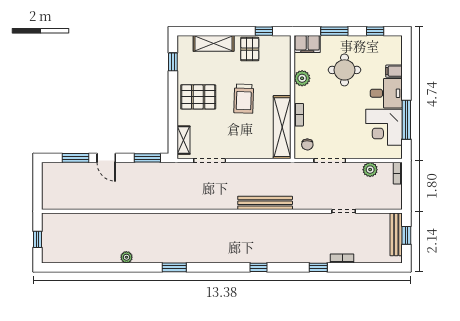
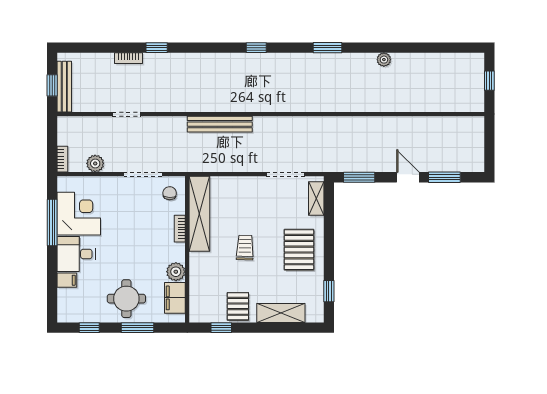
filing cabinet: (307, 44) -> (175, 298), moved, turned -90
round table: (344, 70) -> (126, 299), moved
pallet: (198, 97) -> (299, 250), turned 90
trolley: (244, 99) -> (245, 248), width x0.73, depth x0.72
window: (259, 267) -> (256, 48), moved

